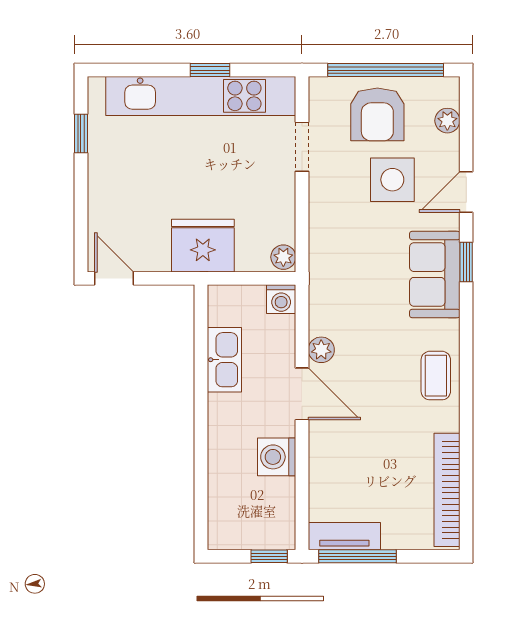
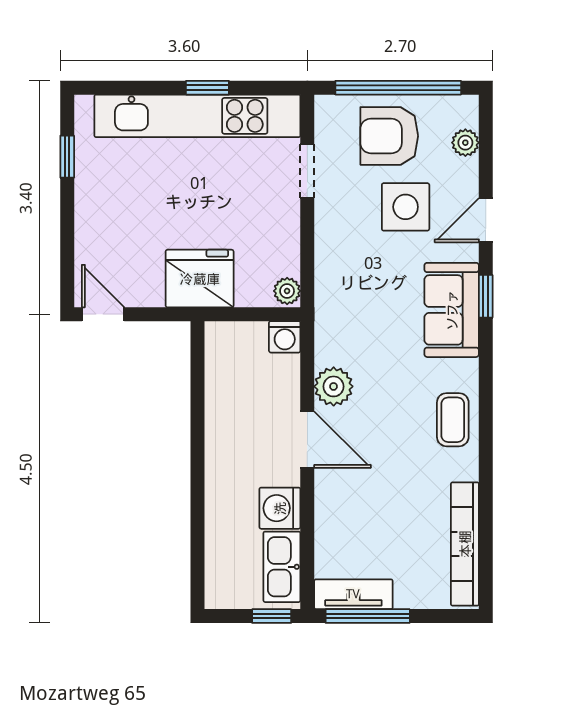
armchair: (377, 114) -> (389, 136), turned 90
plant: (321, 350) -> (334, 386), width x1.38, depth x1.38
kitchen sink: (224, 360) -> (282, 567), moved, turned 180

